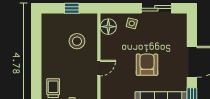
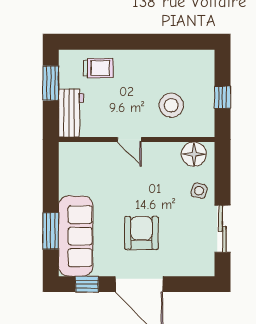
armchair: (147, 65) -> (141, 233), moved, turned -90

